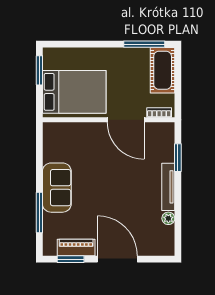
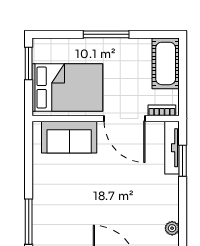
window: (144, 44) -> (106, 34), moved
tv unit: (168, 187) -> (172, 148), moved
sofa: (57, 188) -> (69, 137), moved, turned 90

